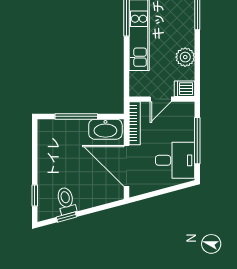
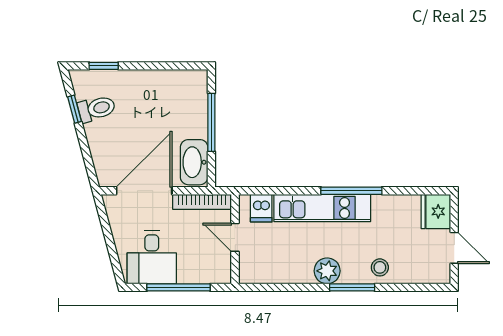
plant: (185, 57) -> (327, 271), moved
dishwasher: (185, 89) -> (261, 208), moved, turned 180

